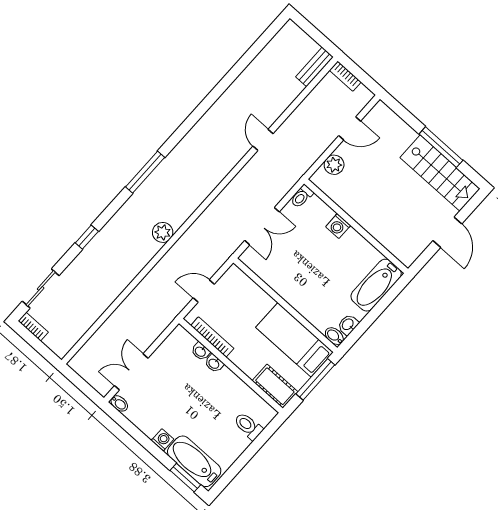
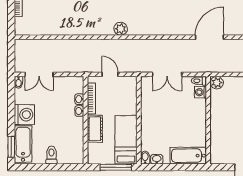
door: (263, 140) -> (209, 37), width x1.88
plant: (334, 165) -> (217, 83), moved
washing machine: (338, 226) -> (200, 92), moved
double door: (131, 372) -> (39, 74), swing flipped
cot: (275, 386) -> (95, 129), moved
toilet: (248, 426) -> (51, 155), moved
washing machine: (163, 440) -> (24, 115), width x1.89, depth x1.89

